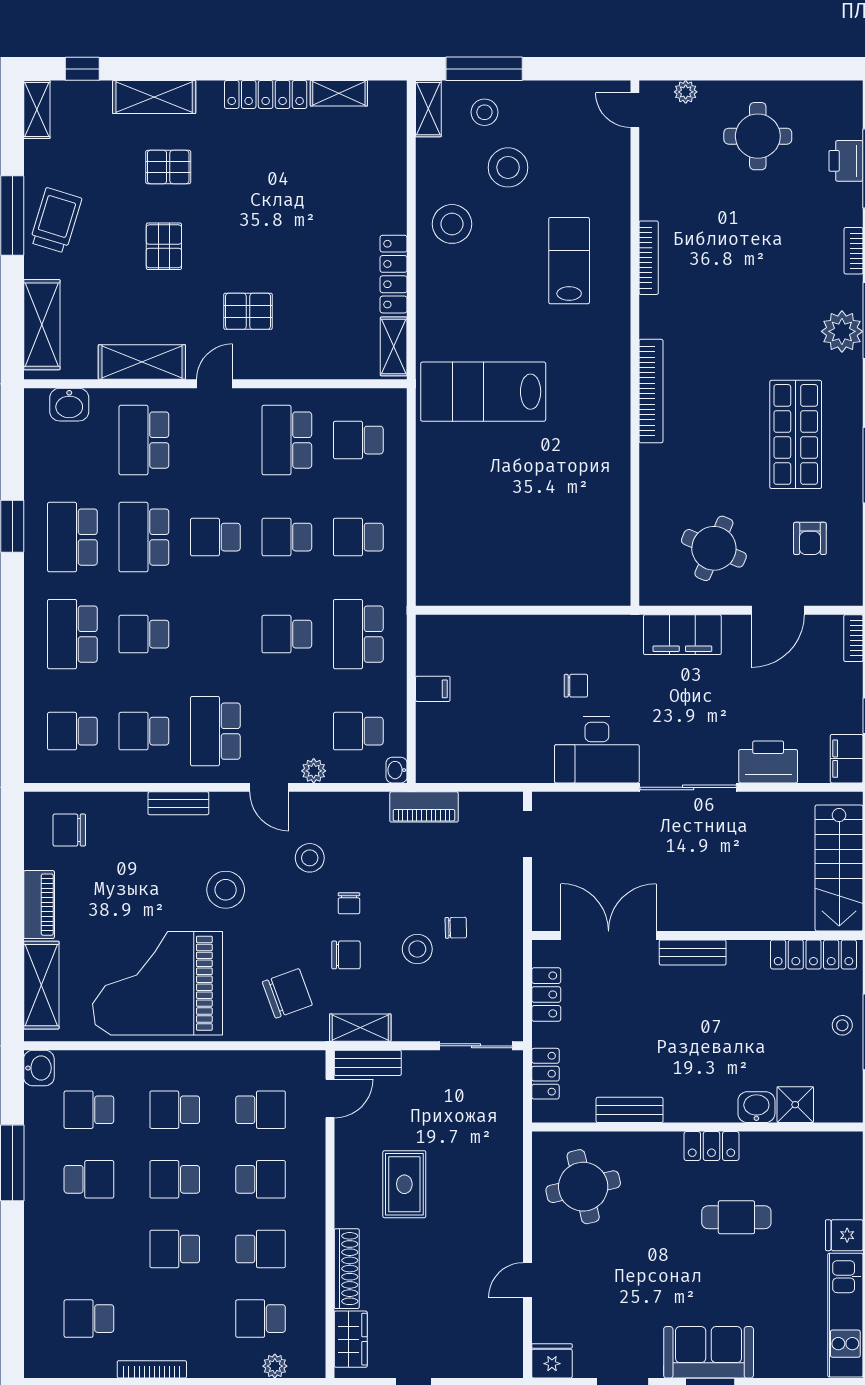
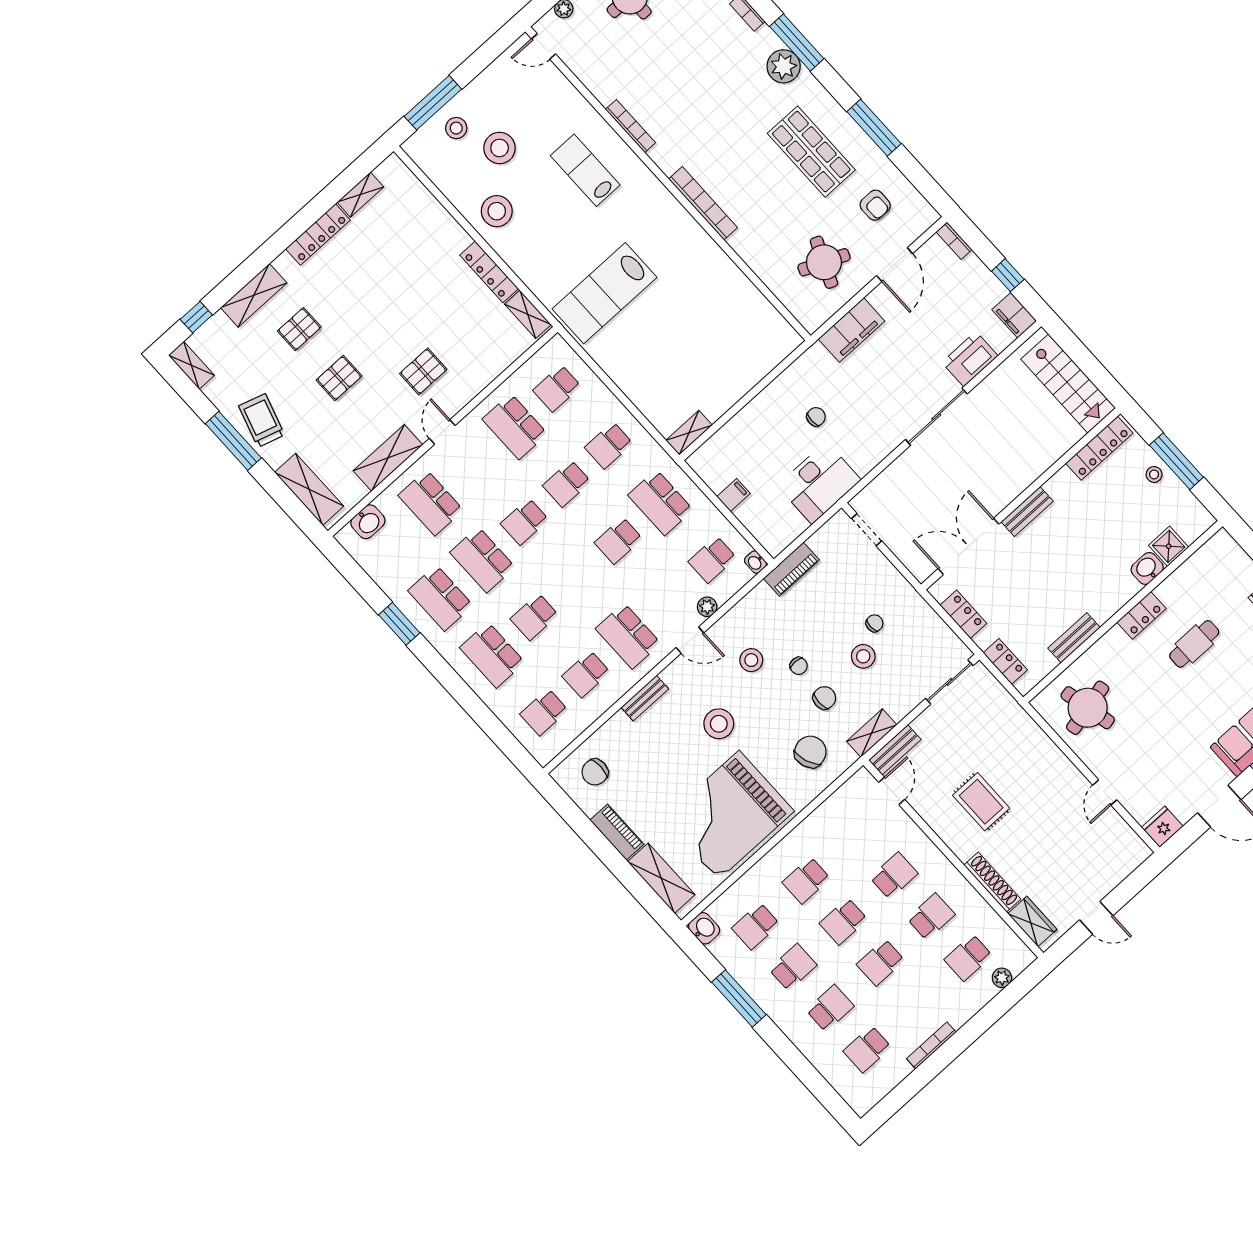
shelving: (428, 109) -> (689, 433), moved, turned 90
pallet: (164, 246) -> (339, 378), turned 90
desk: (597, 750) -> (819, 483), moved
school desk: (261, 1110) -> (830, 1008), moved

